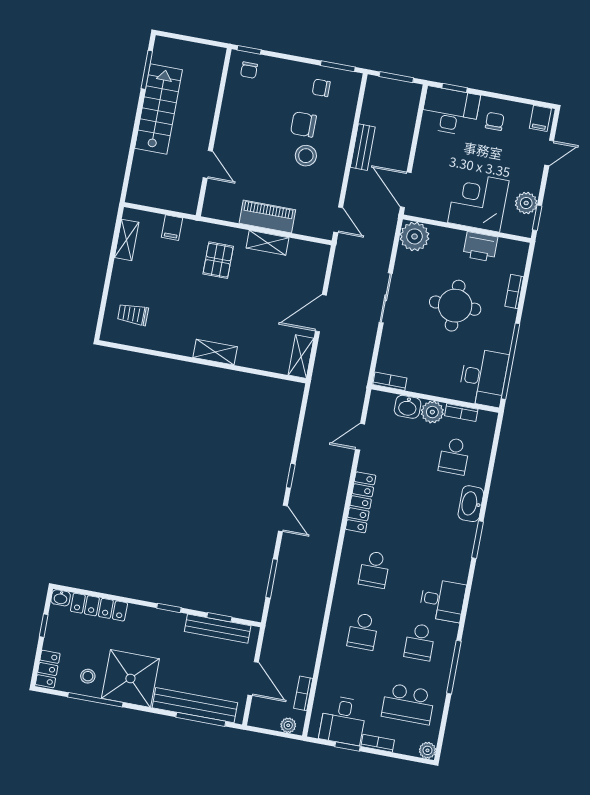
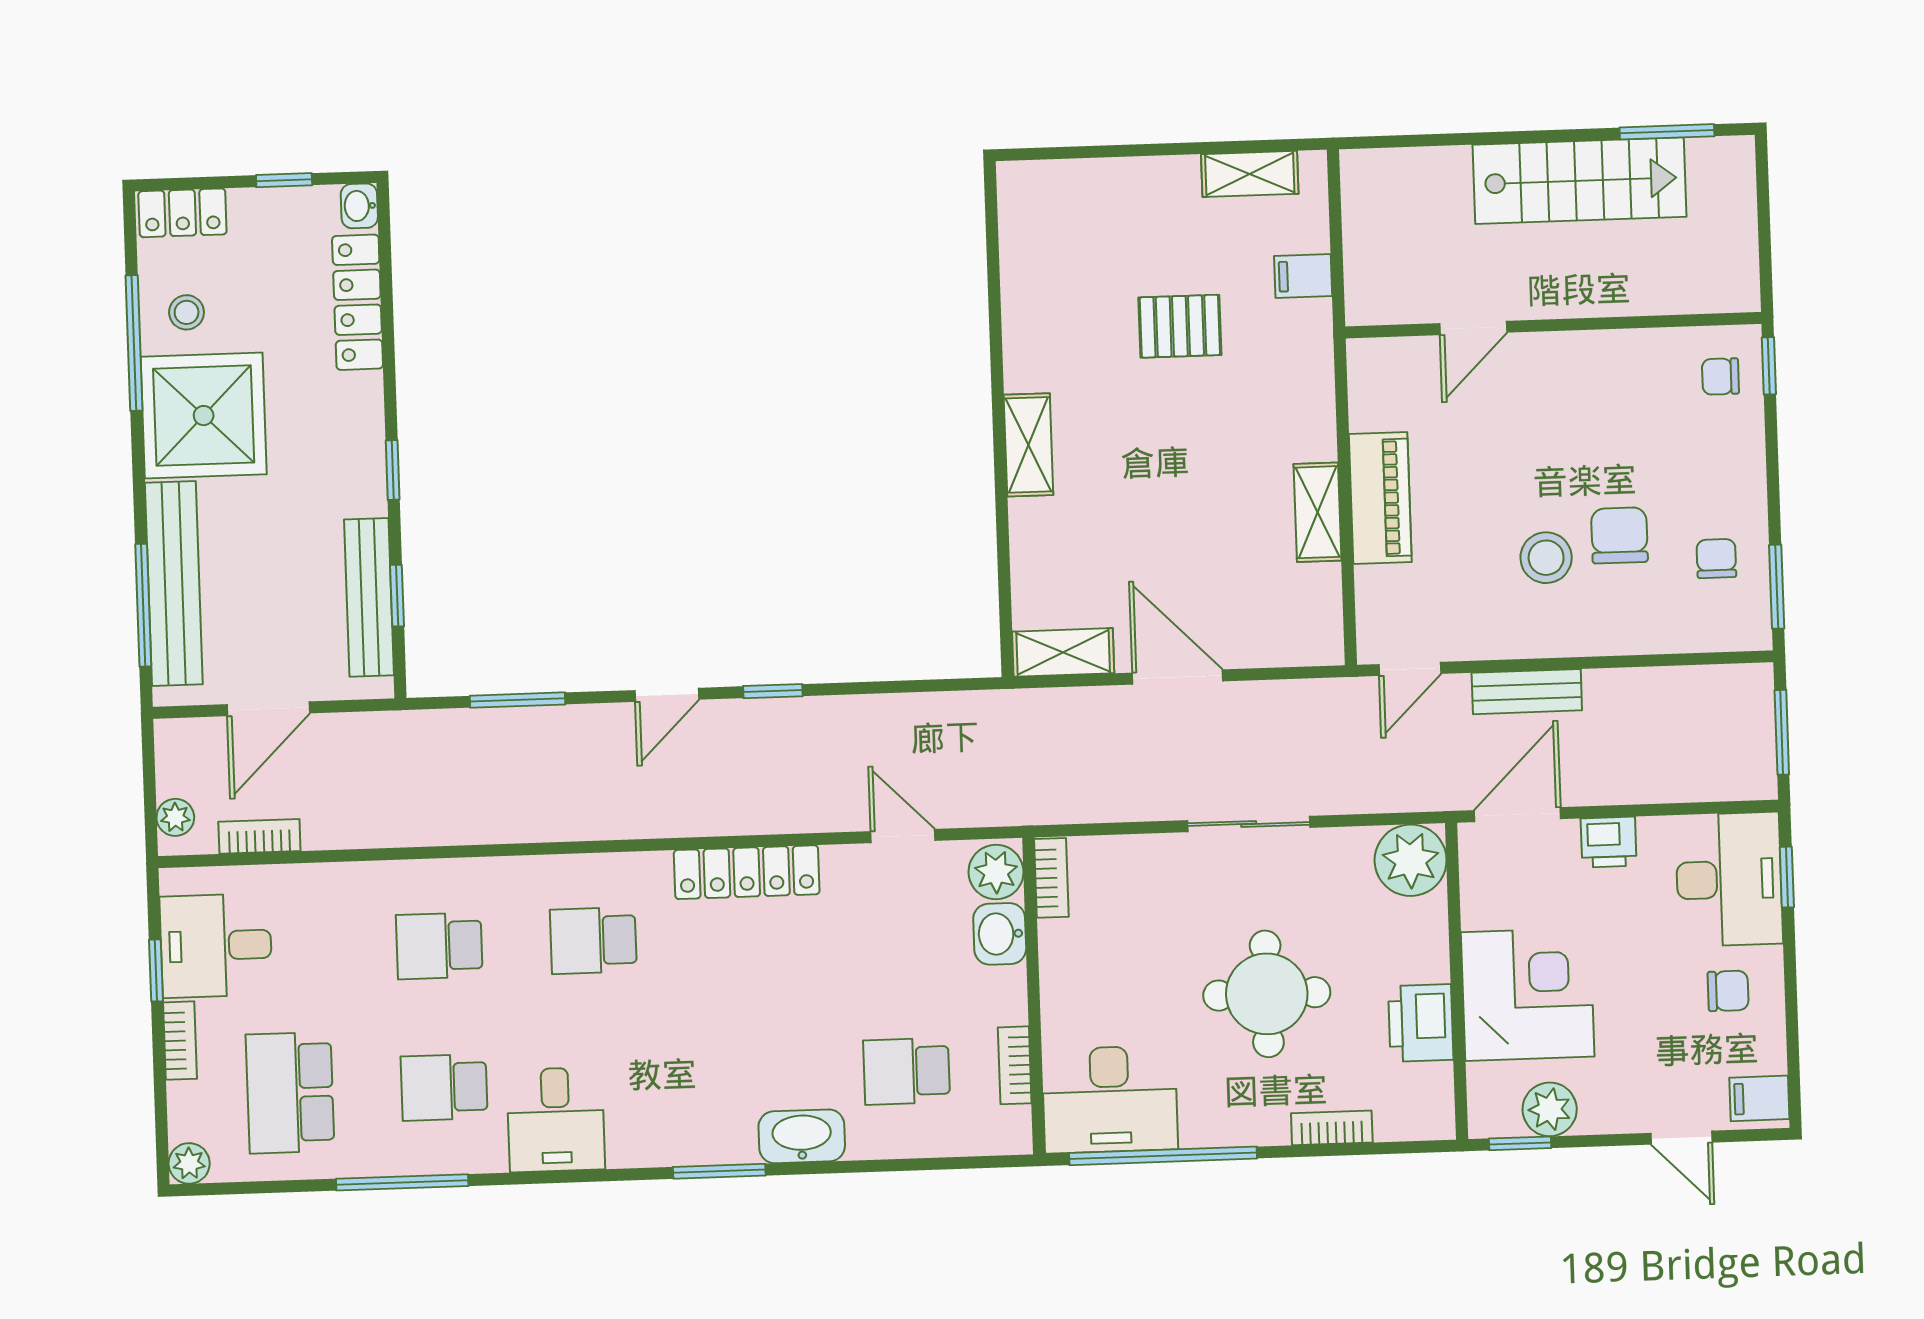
bench: (363, 147) -> (1527, 692), moved
printer: (425, 156) -> (1609, 842), added
pallet: (218, 260) -> (1180, 326), moved
trolley: (133, 314) -> (1075, 229), removed
plant: (432, 412) -> (996, 872), moved

